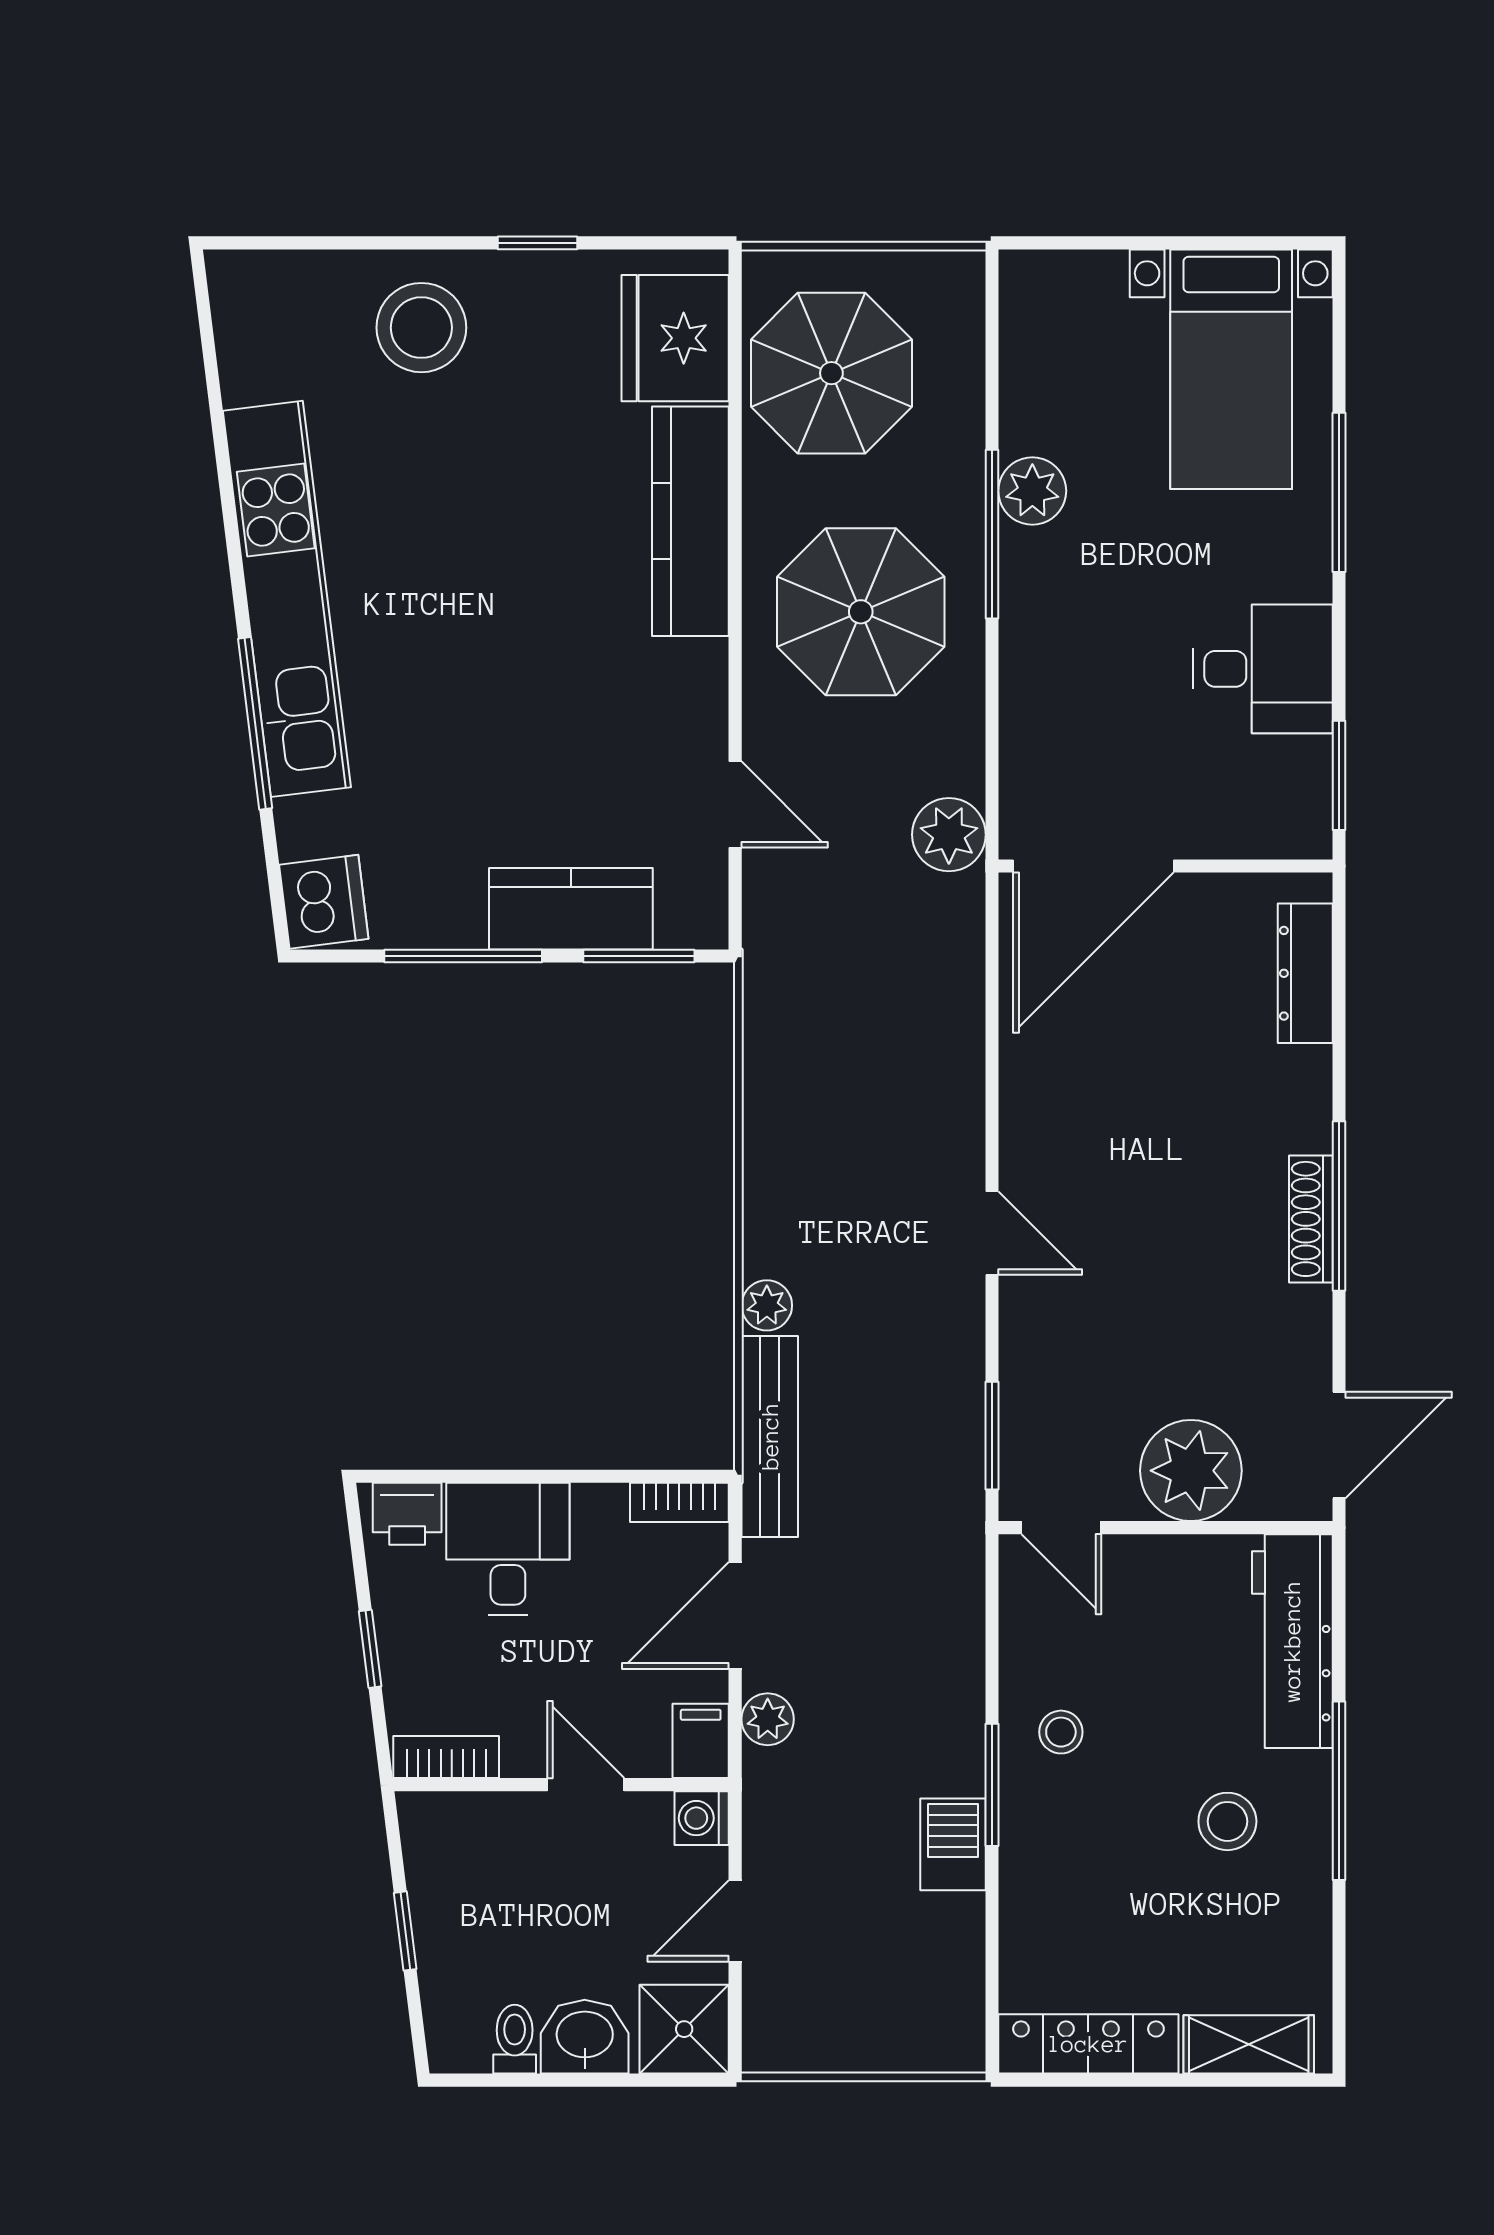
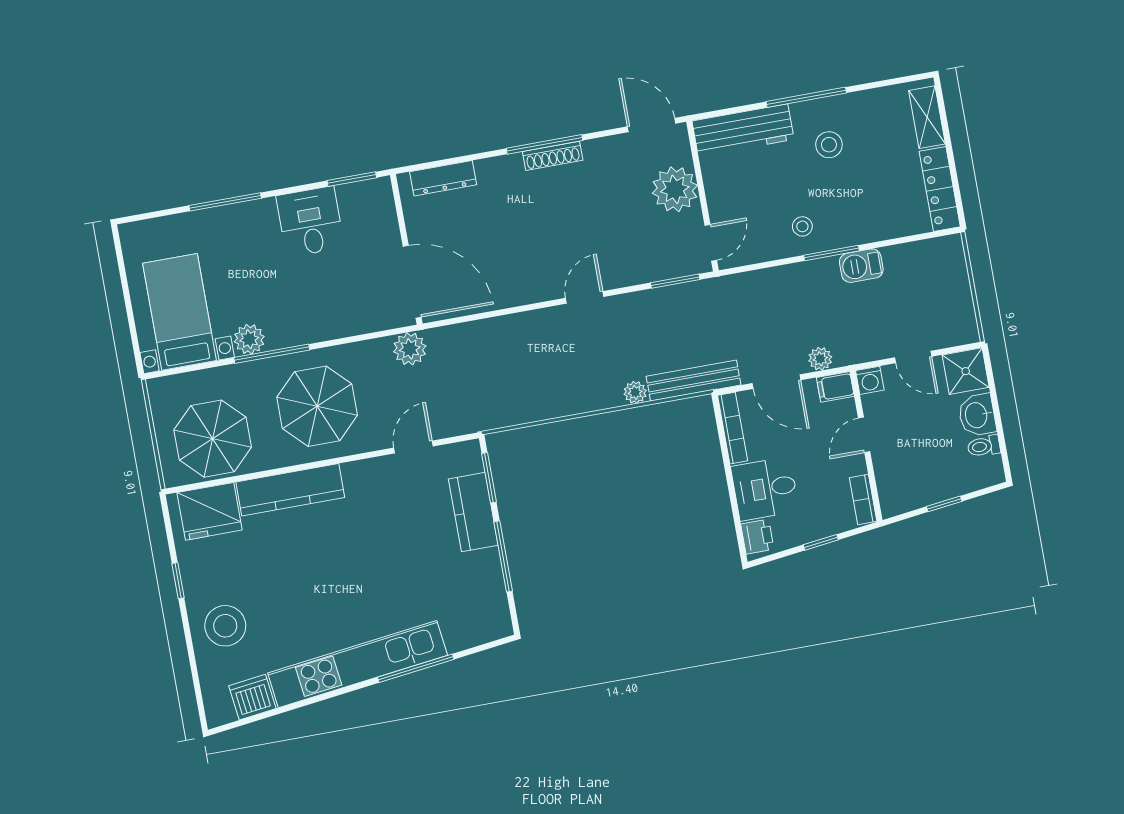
bed with nightstands: (1231, 369) -> (179, 312), moved, turned -90
dishwasher: (324, 902) -> (252, 697), moved
bookcase: (679, 1502) -> (733, 428), width x1.56

